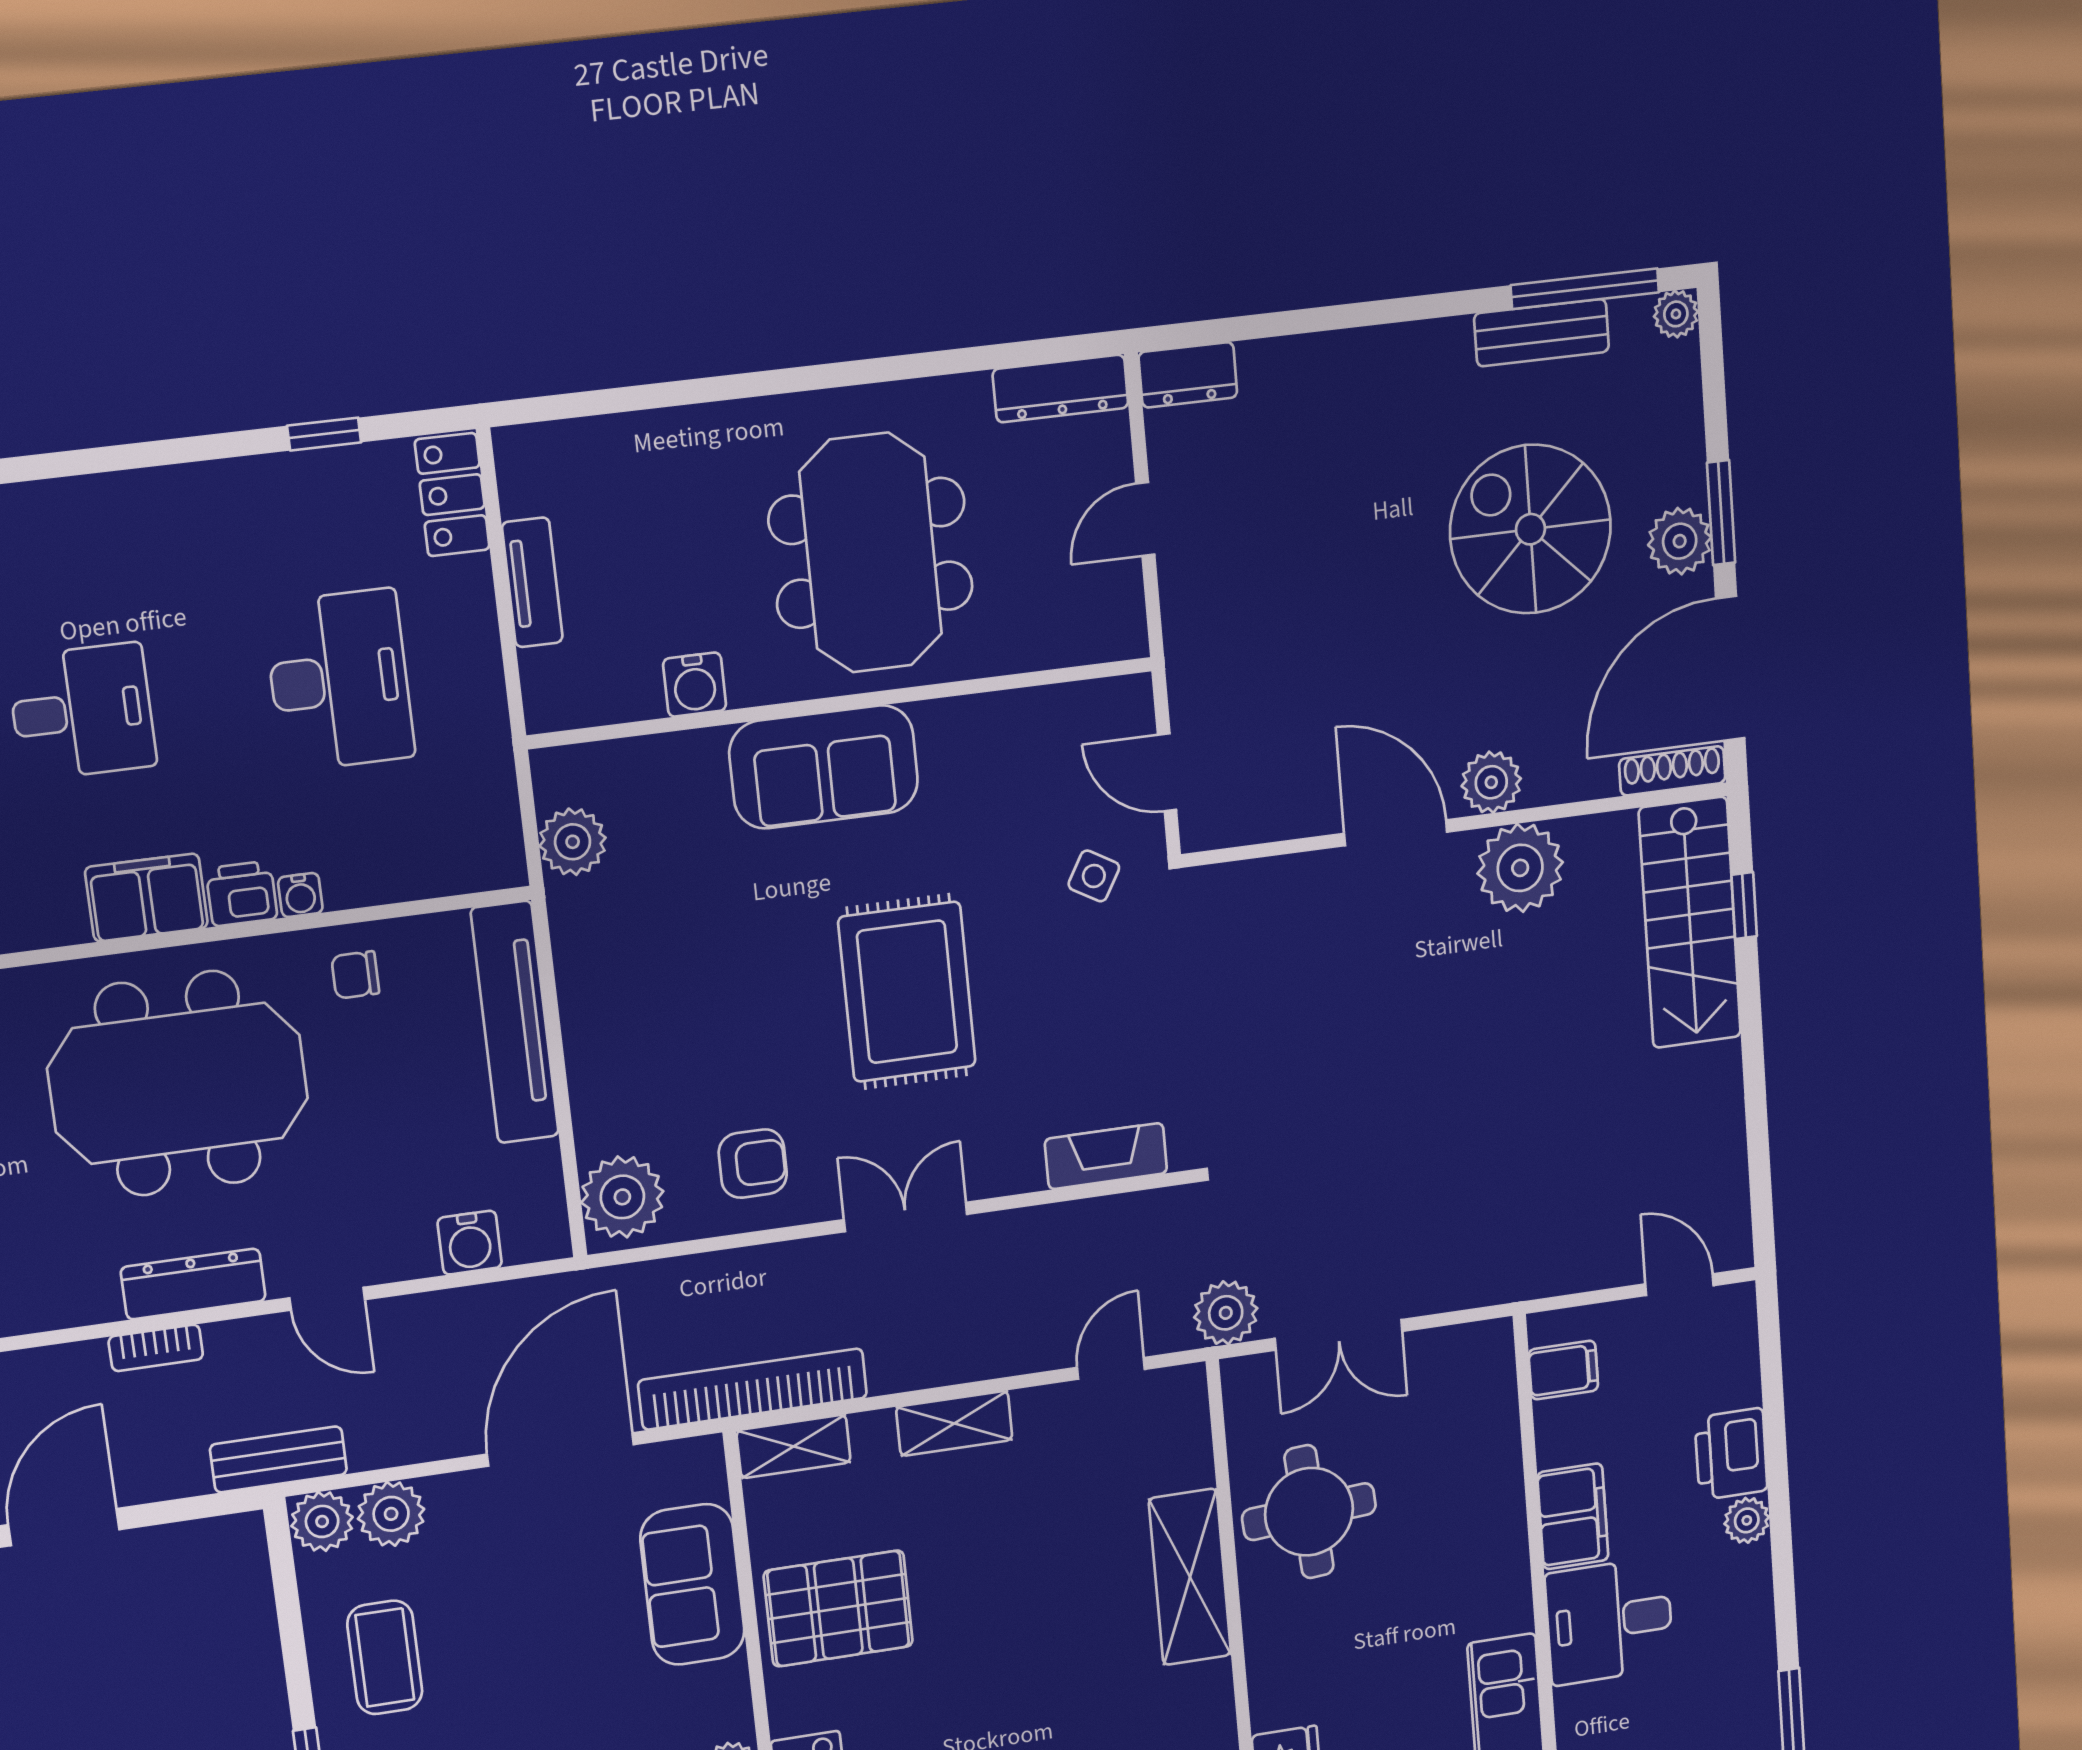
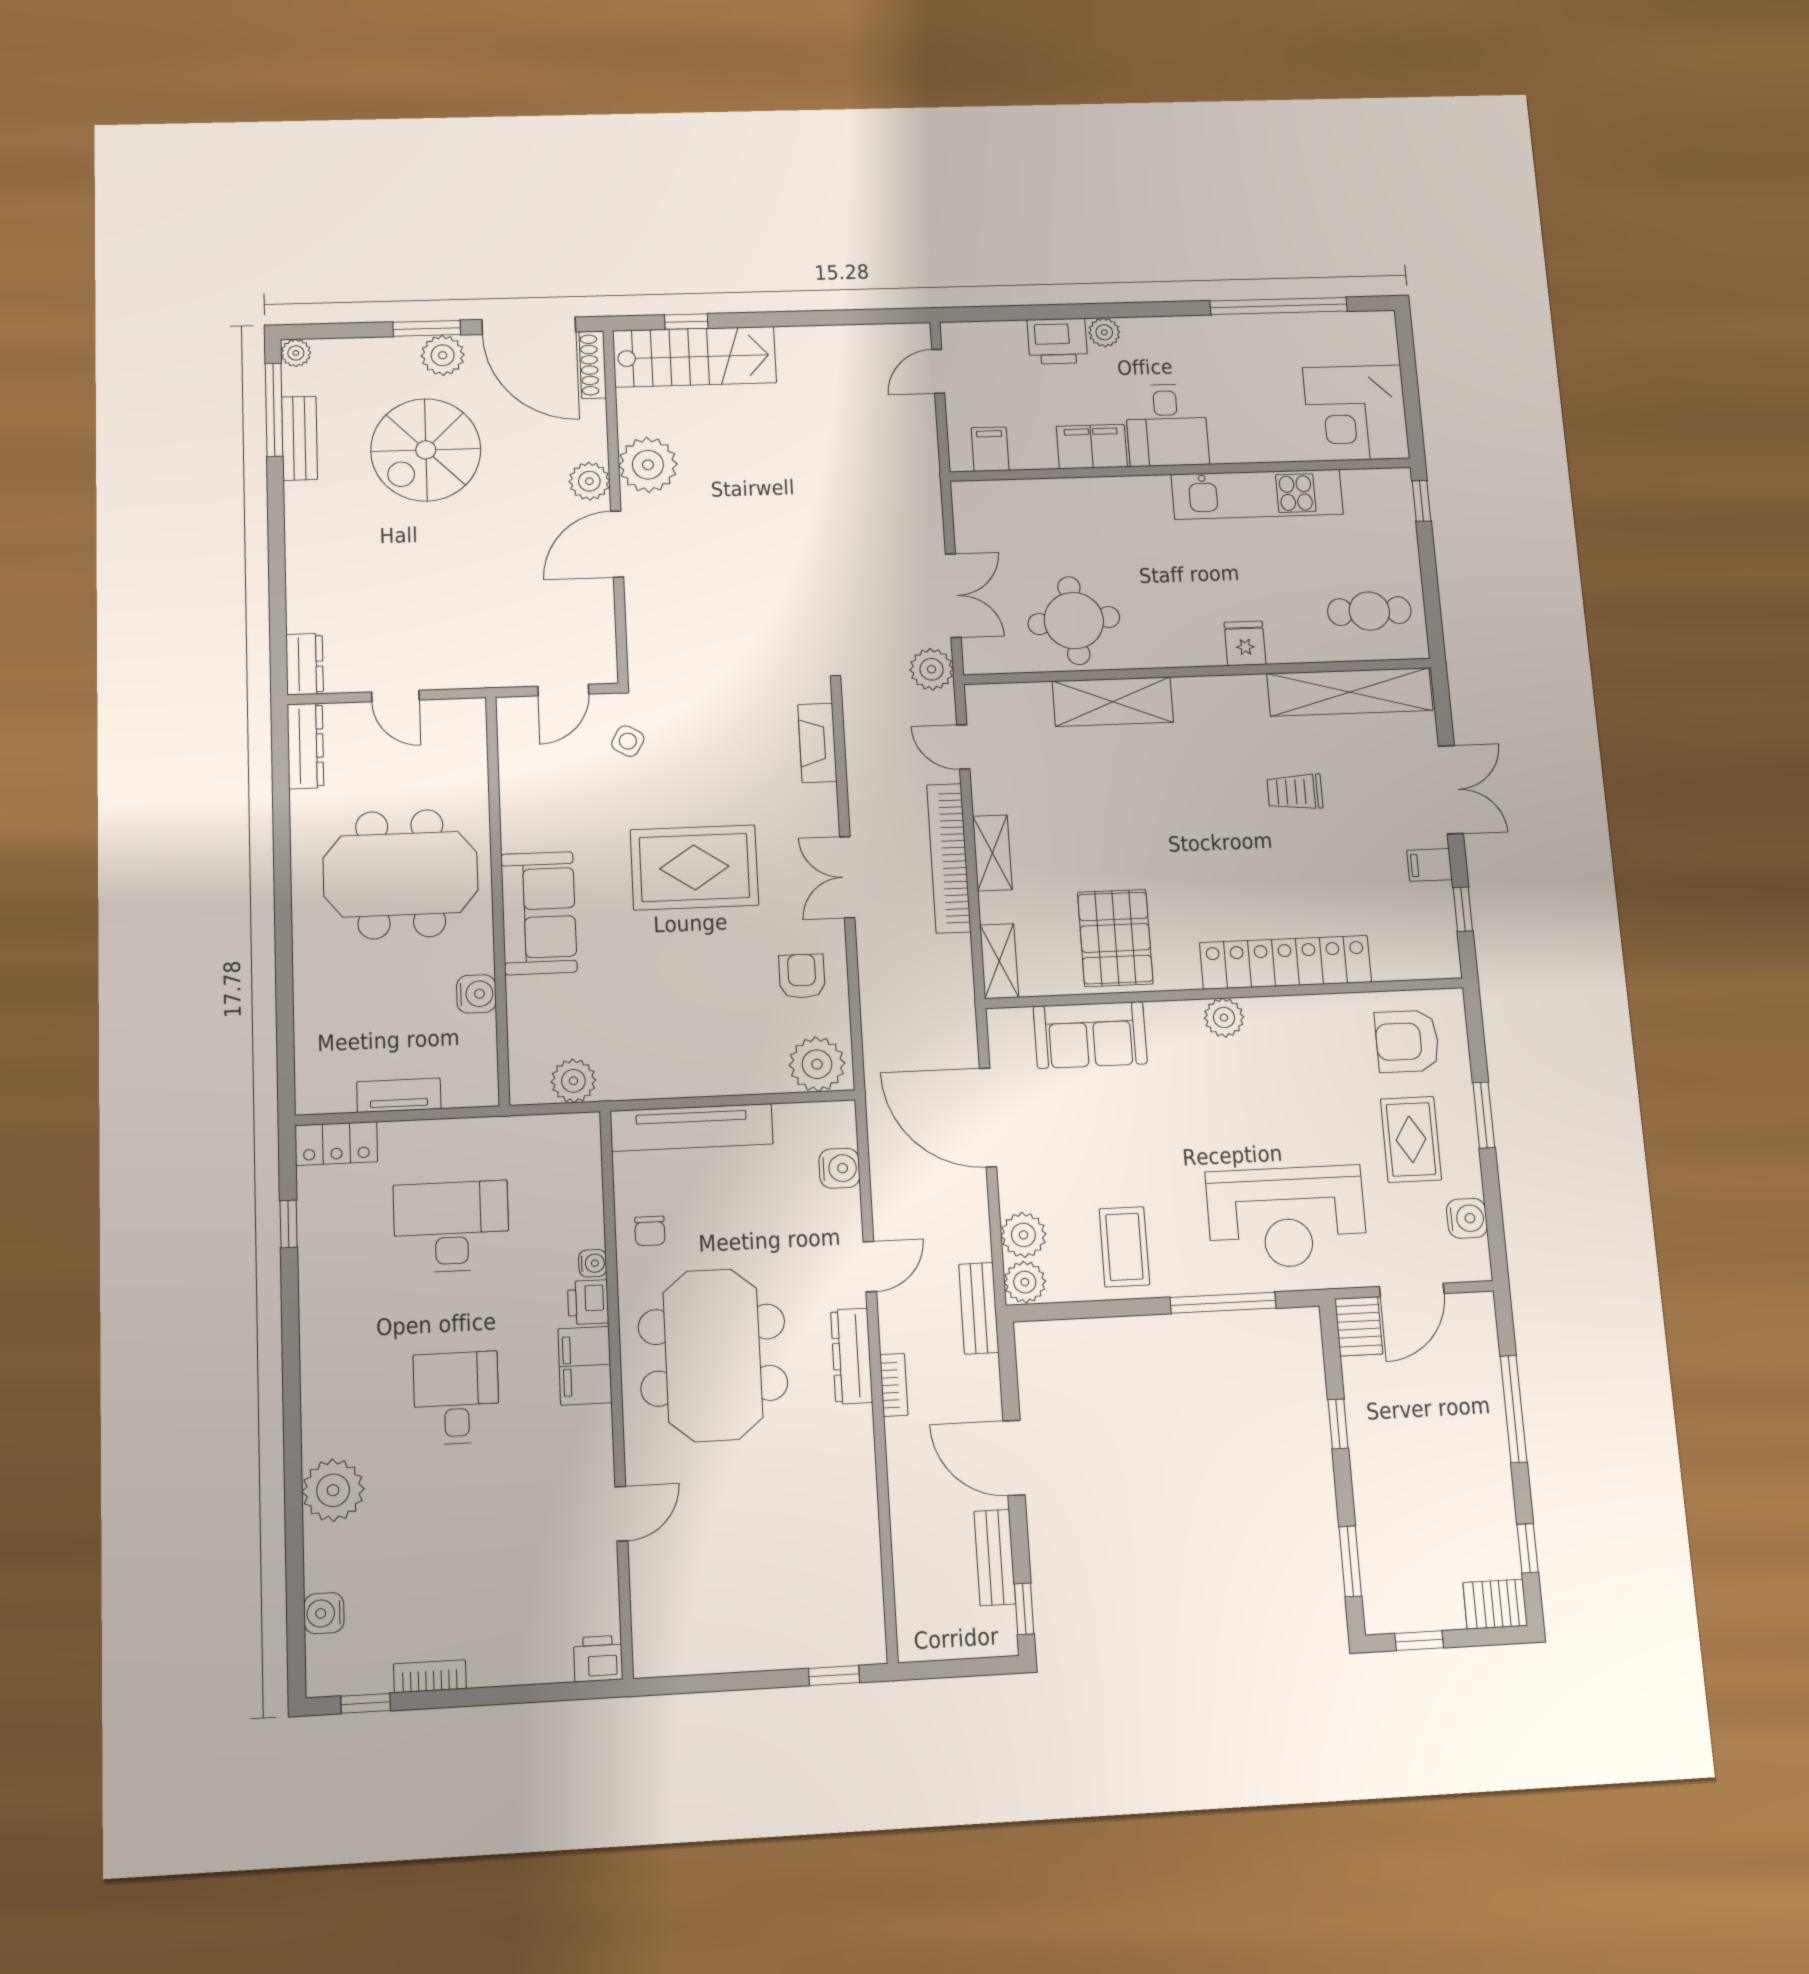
bookcase: (753, 1389) -> (949, 858), moved
coffee table: (385, 1657) -> (1124, 1247), turned 90

